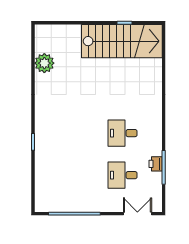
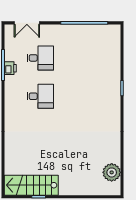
stairs: (122, 41) -> (31, 185), width x0.73, depth x0.66
plant: (44, 63) -> (112, 172), moved

